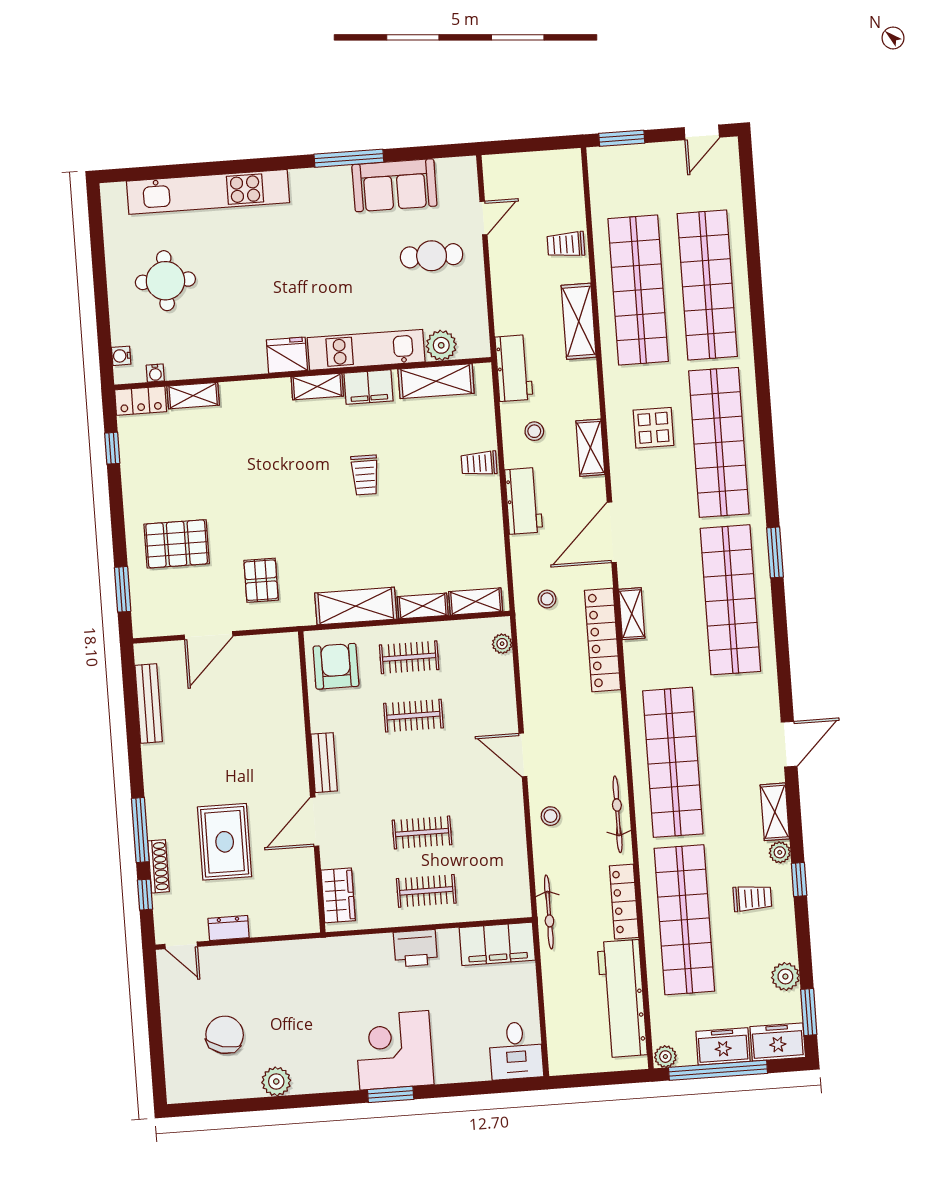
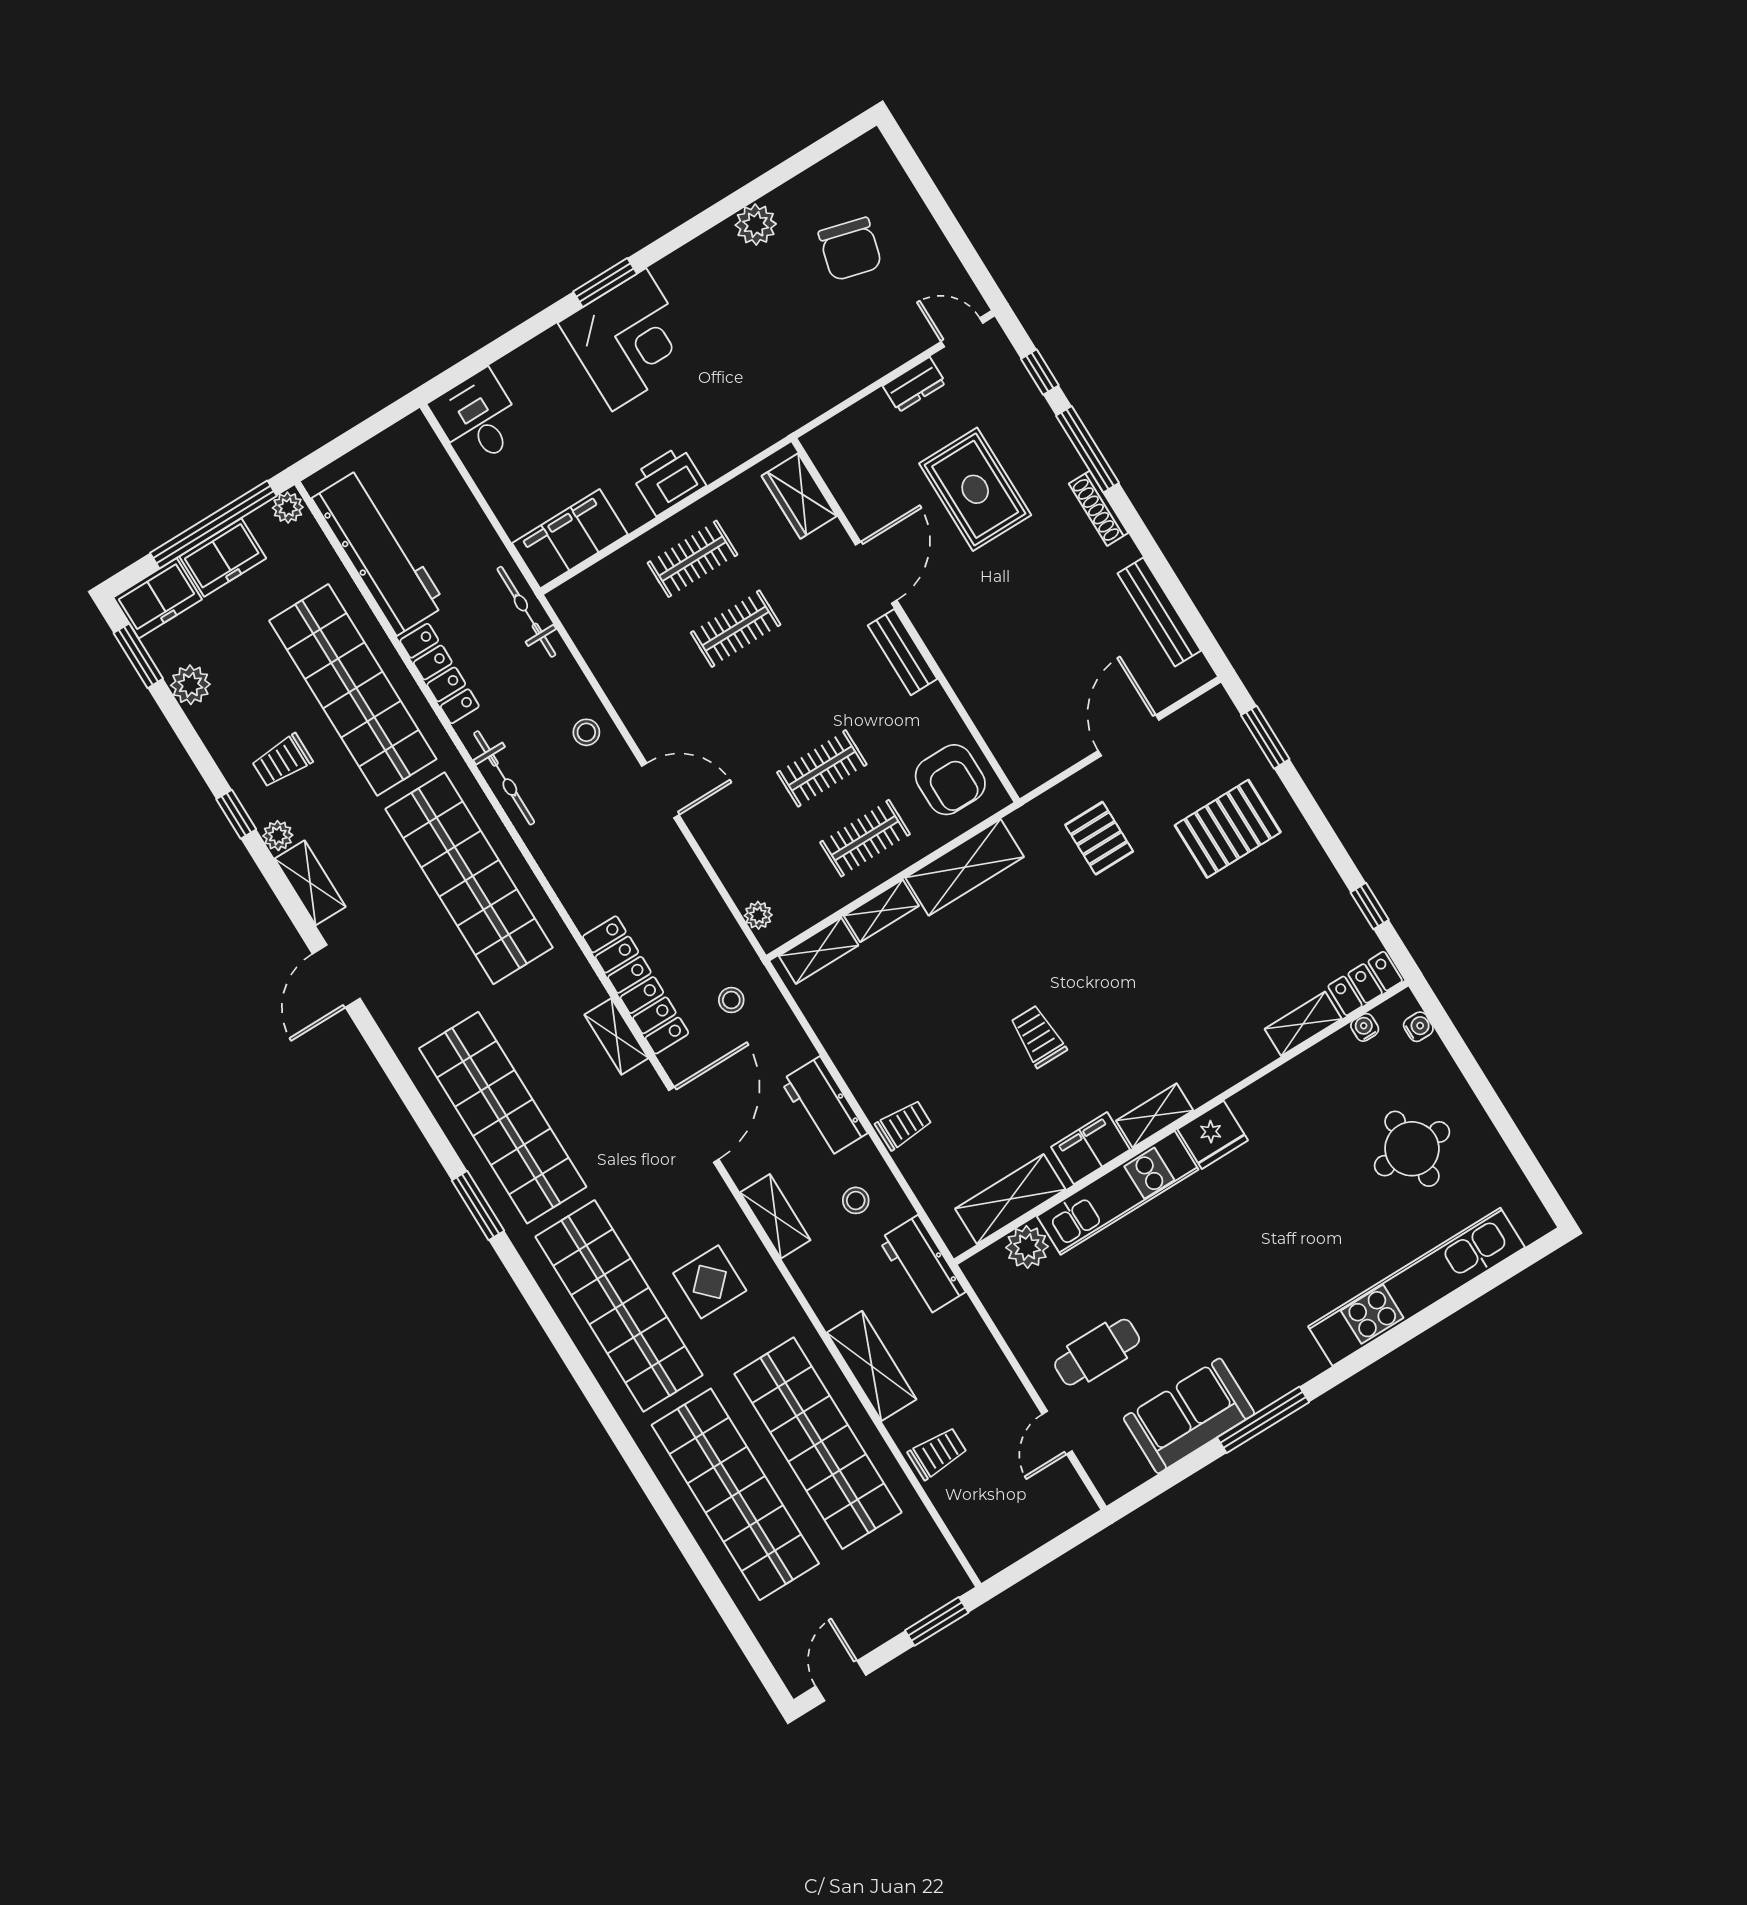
shoe rack: (158, 866) -> (1099, 508), moved

